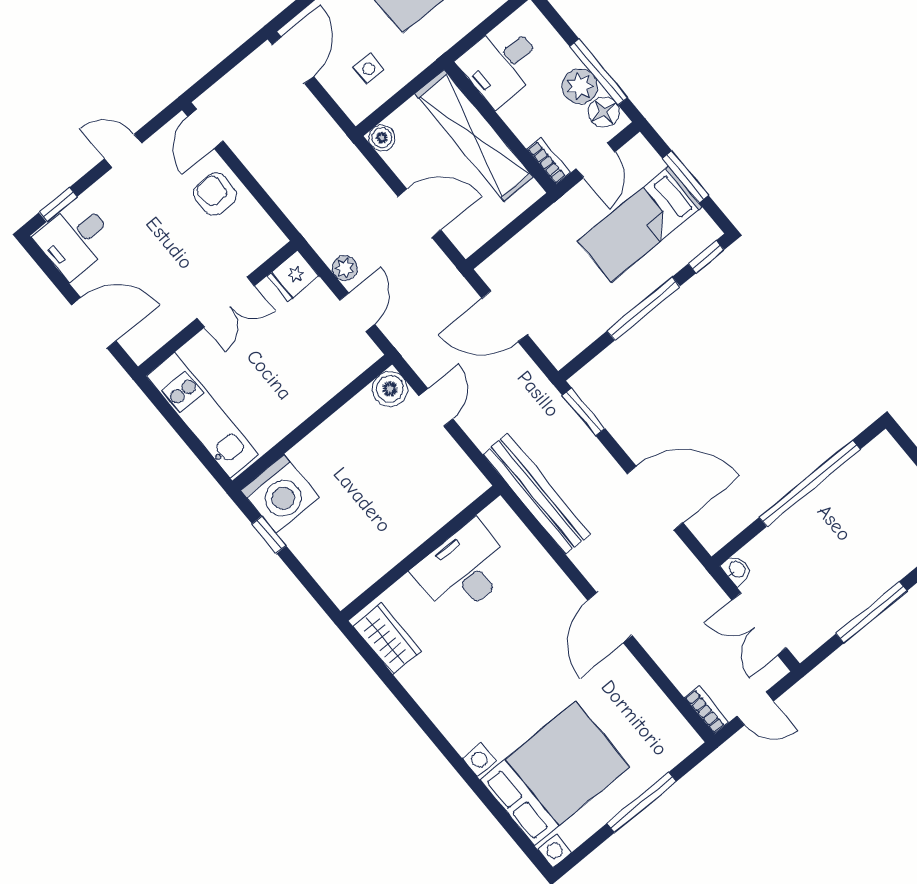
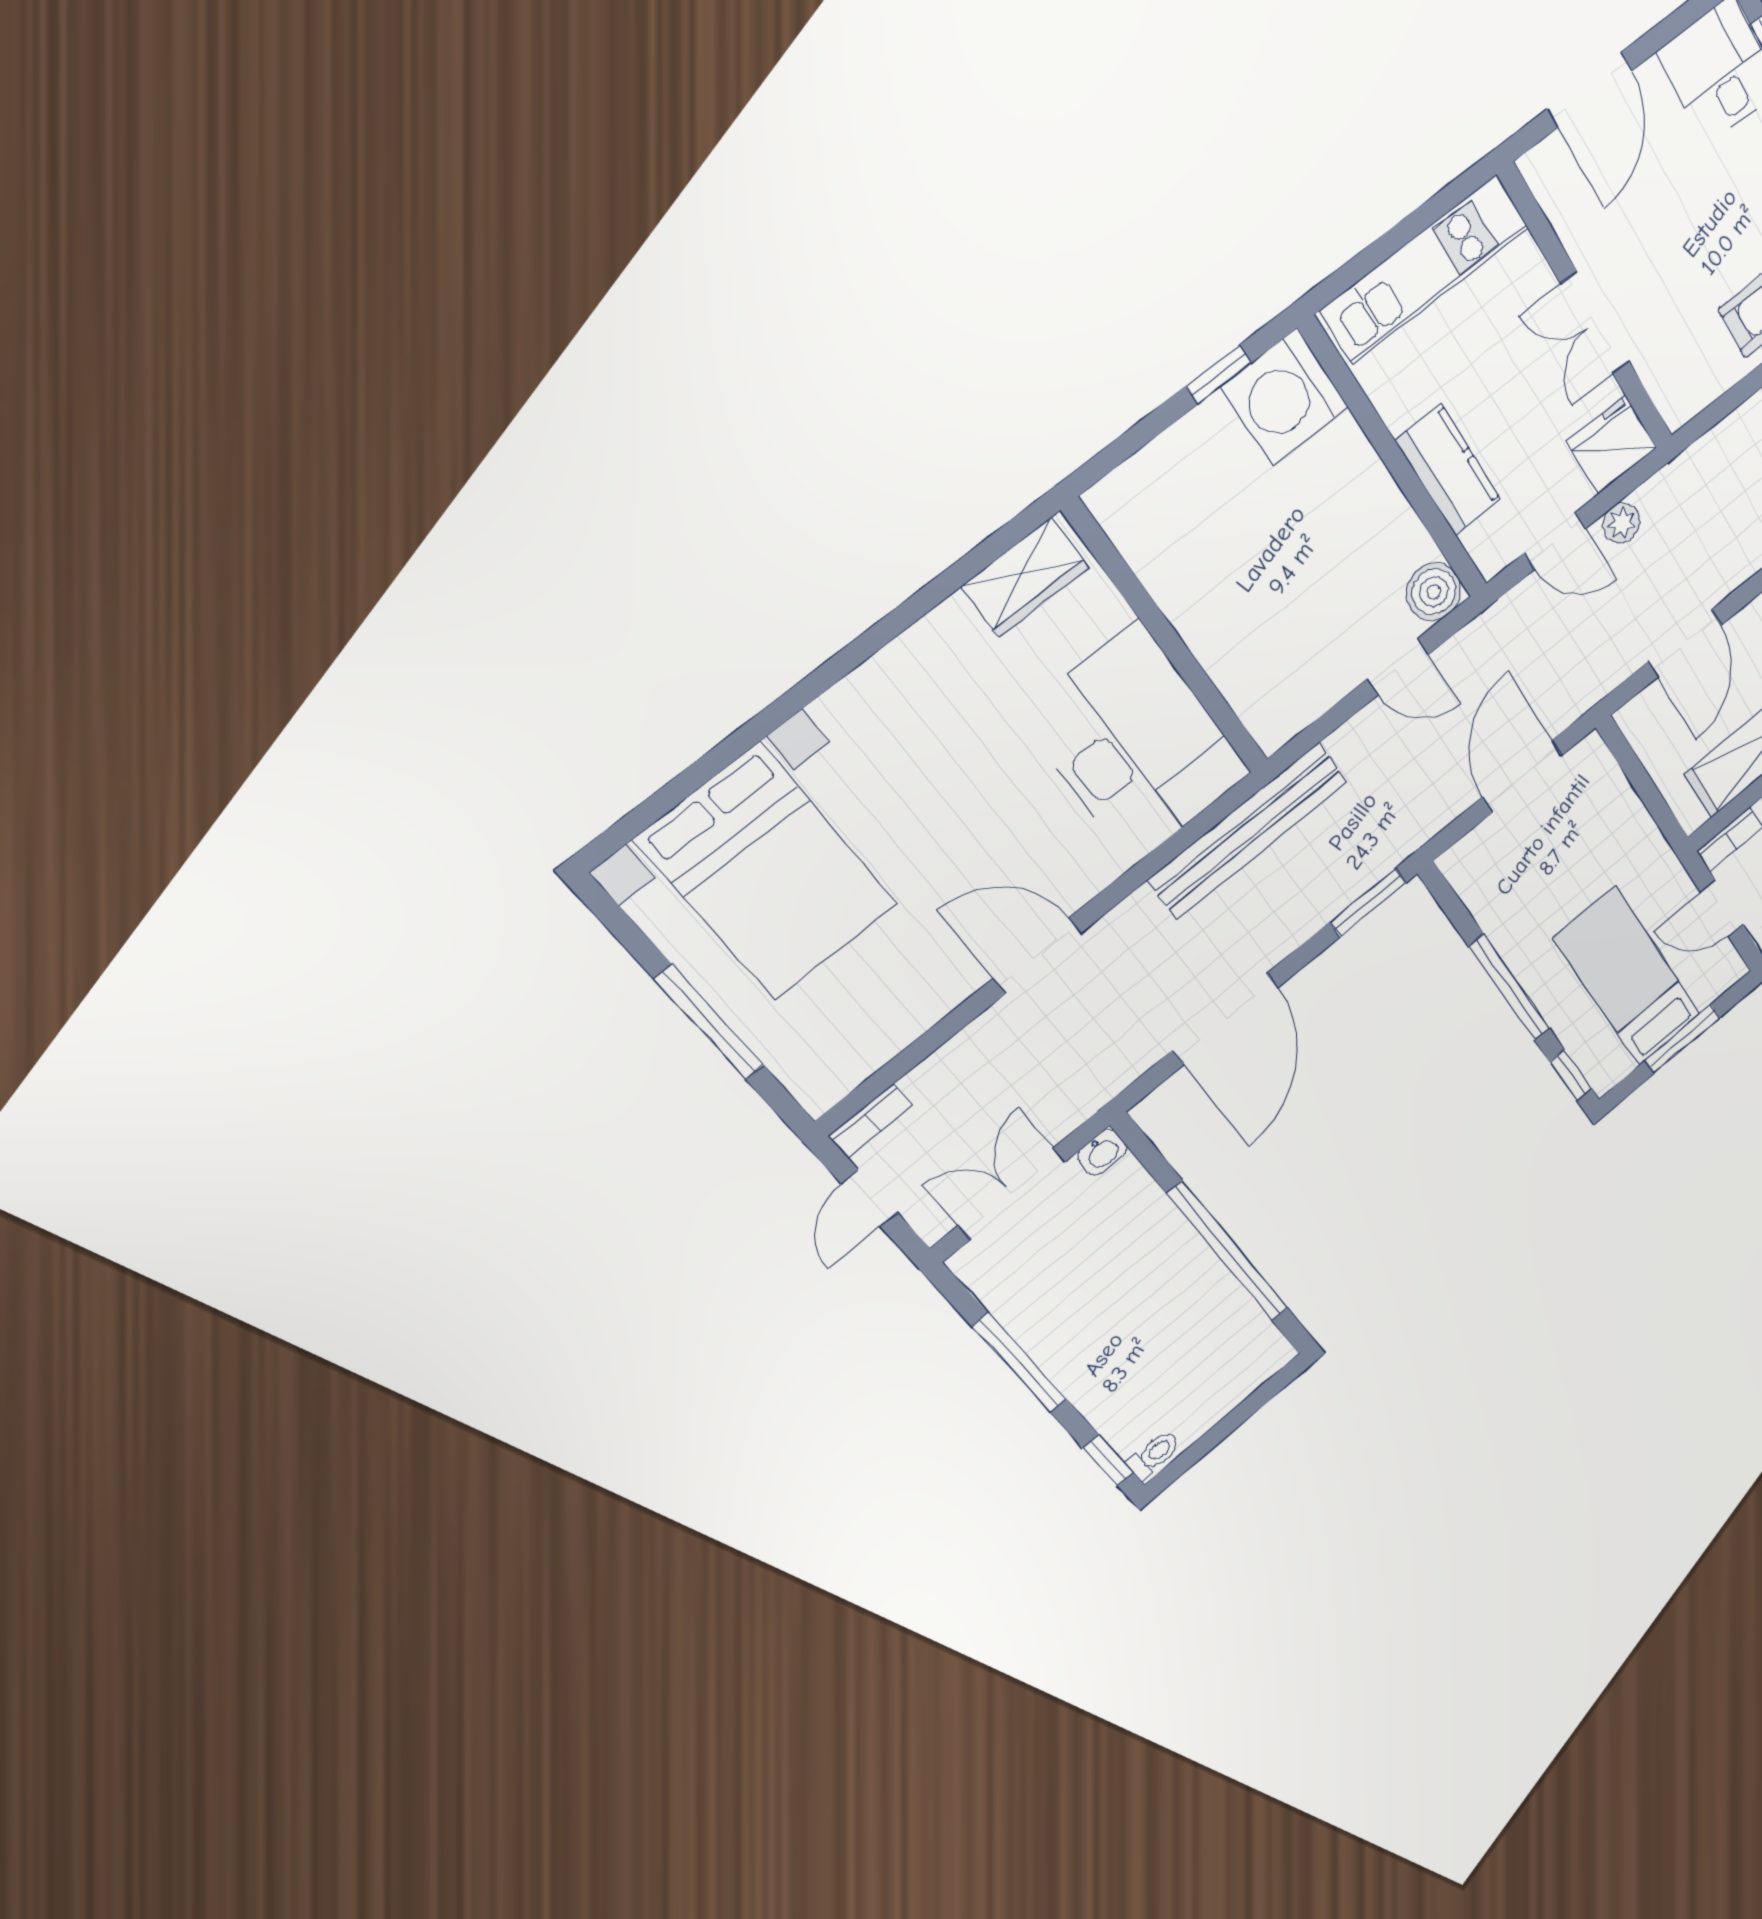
fridge: (293, 276) -> (1612, 445), width x1.38
kitchen counter: (317, 388) -> (1448, 470), added
desk: (464, 570) -> (1136, 744), width x1.36, depth x1.30

